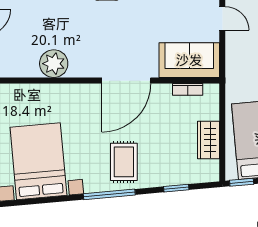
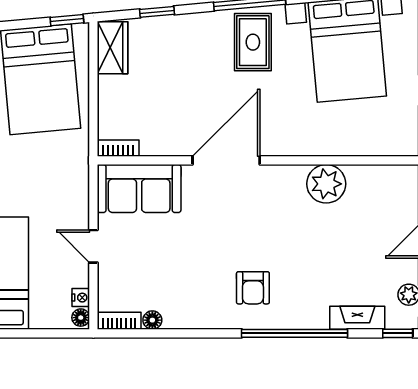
bookcase: (188, 89) -> (118, 148), moved
wardrobe: (209, 140) -> (113, 48), moved
rug: (124, 162) -> (253, 42), moved

